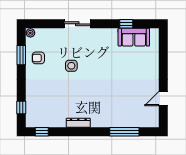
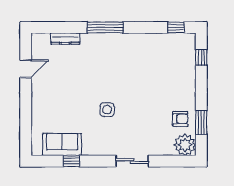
plant: (30, 33) -> (185, 145), width x1.87, depth x1.87
side table: (71, 66) -> (107, 110), moved
dresser: (78, 123) -> (65, 39), moved
window: (124, 132) -> (105, 27), moved

